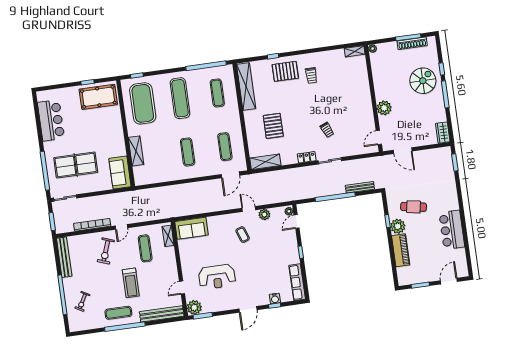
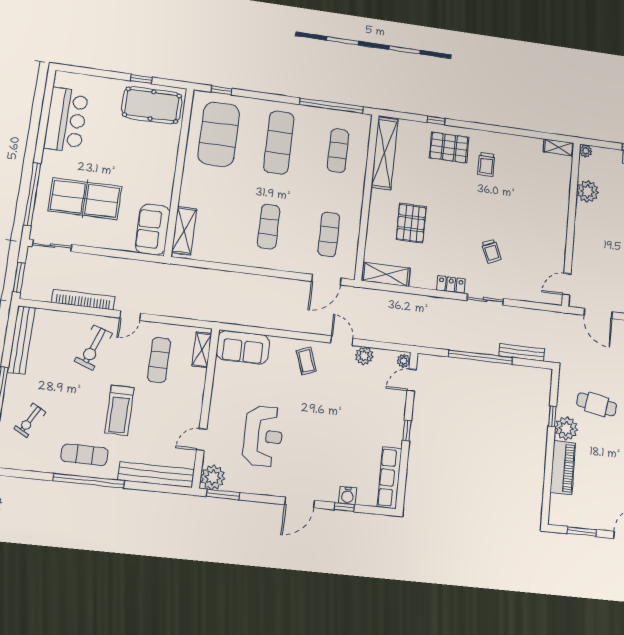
plant: (384, 108) -> (588, 191), moved
shelving: (136, 151) -> (184, 231), moved
coffee table: (243, 235) -> (306, 361), moved
reception desk: (217, 277) -> (263, 436), turned -90

